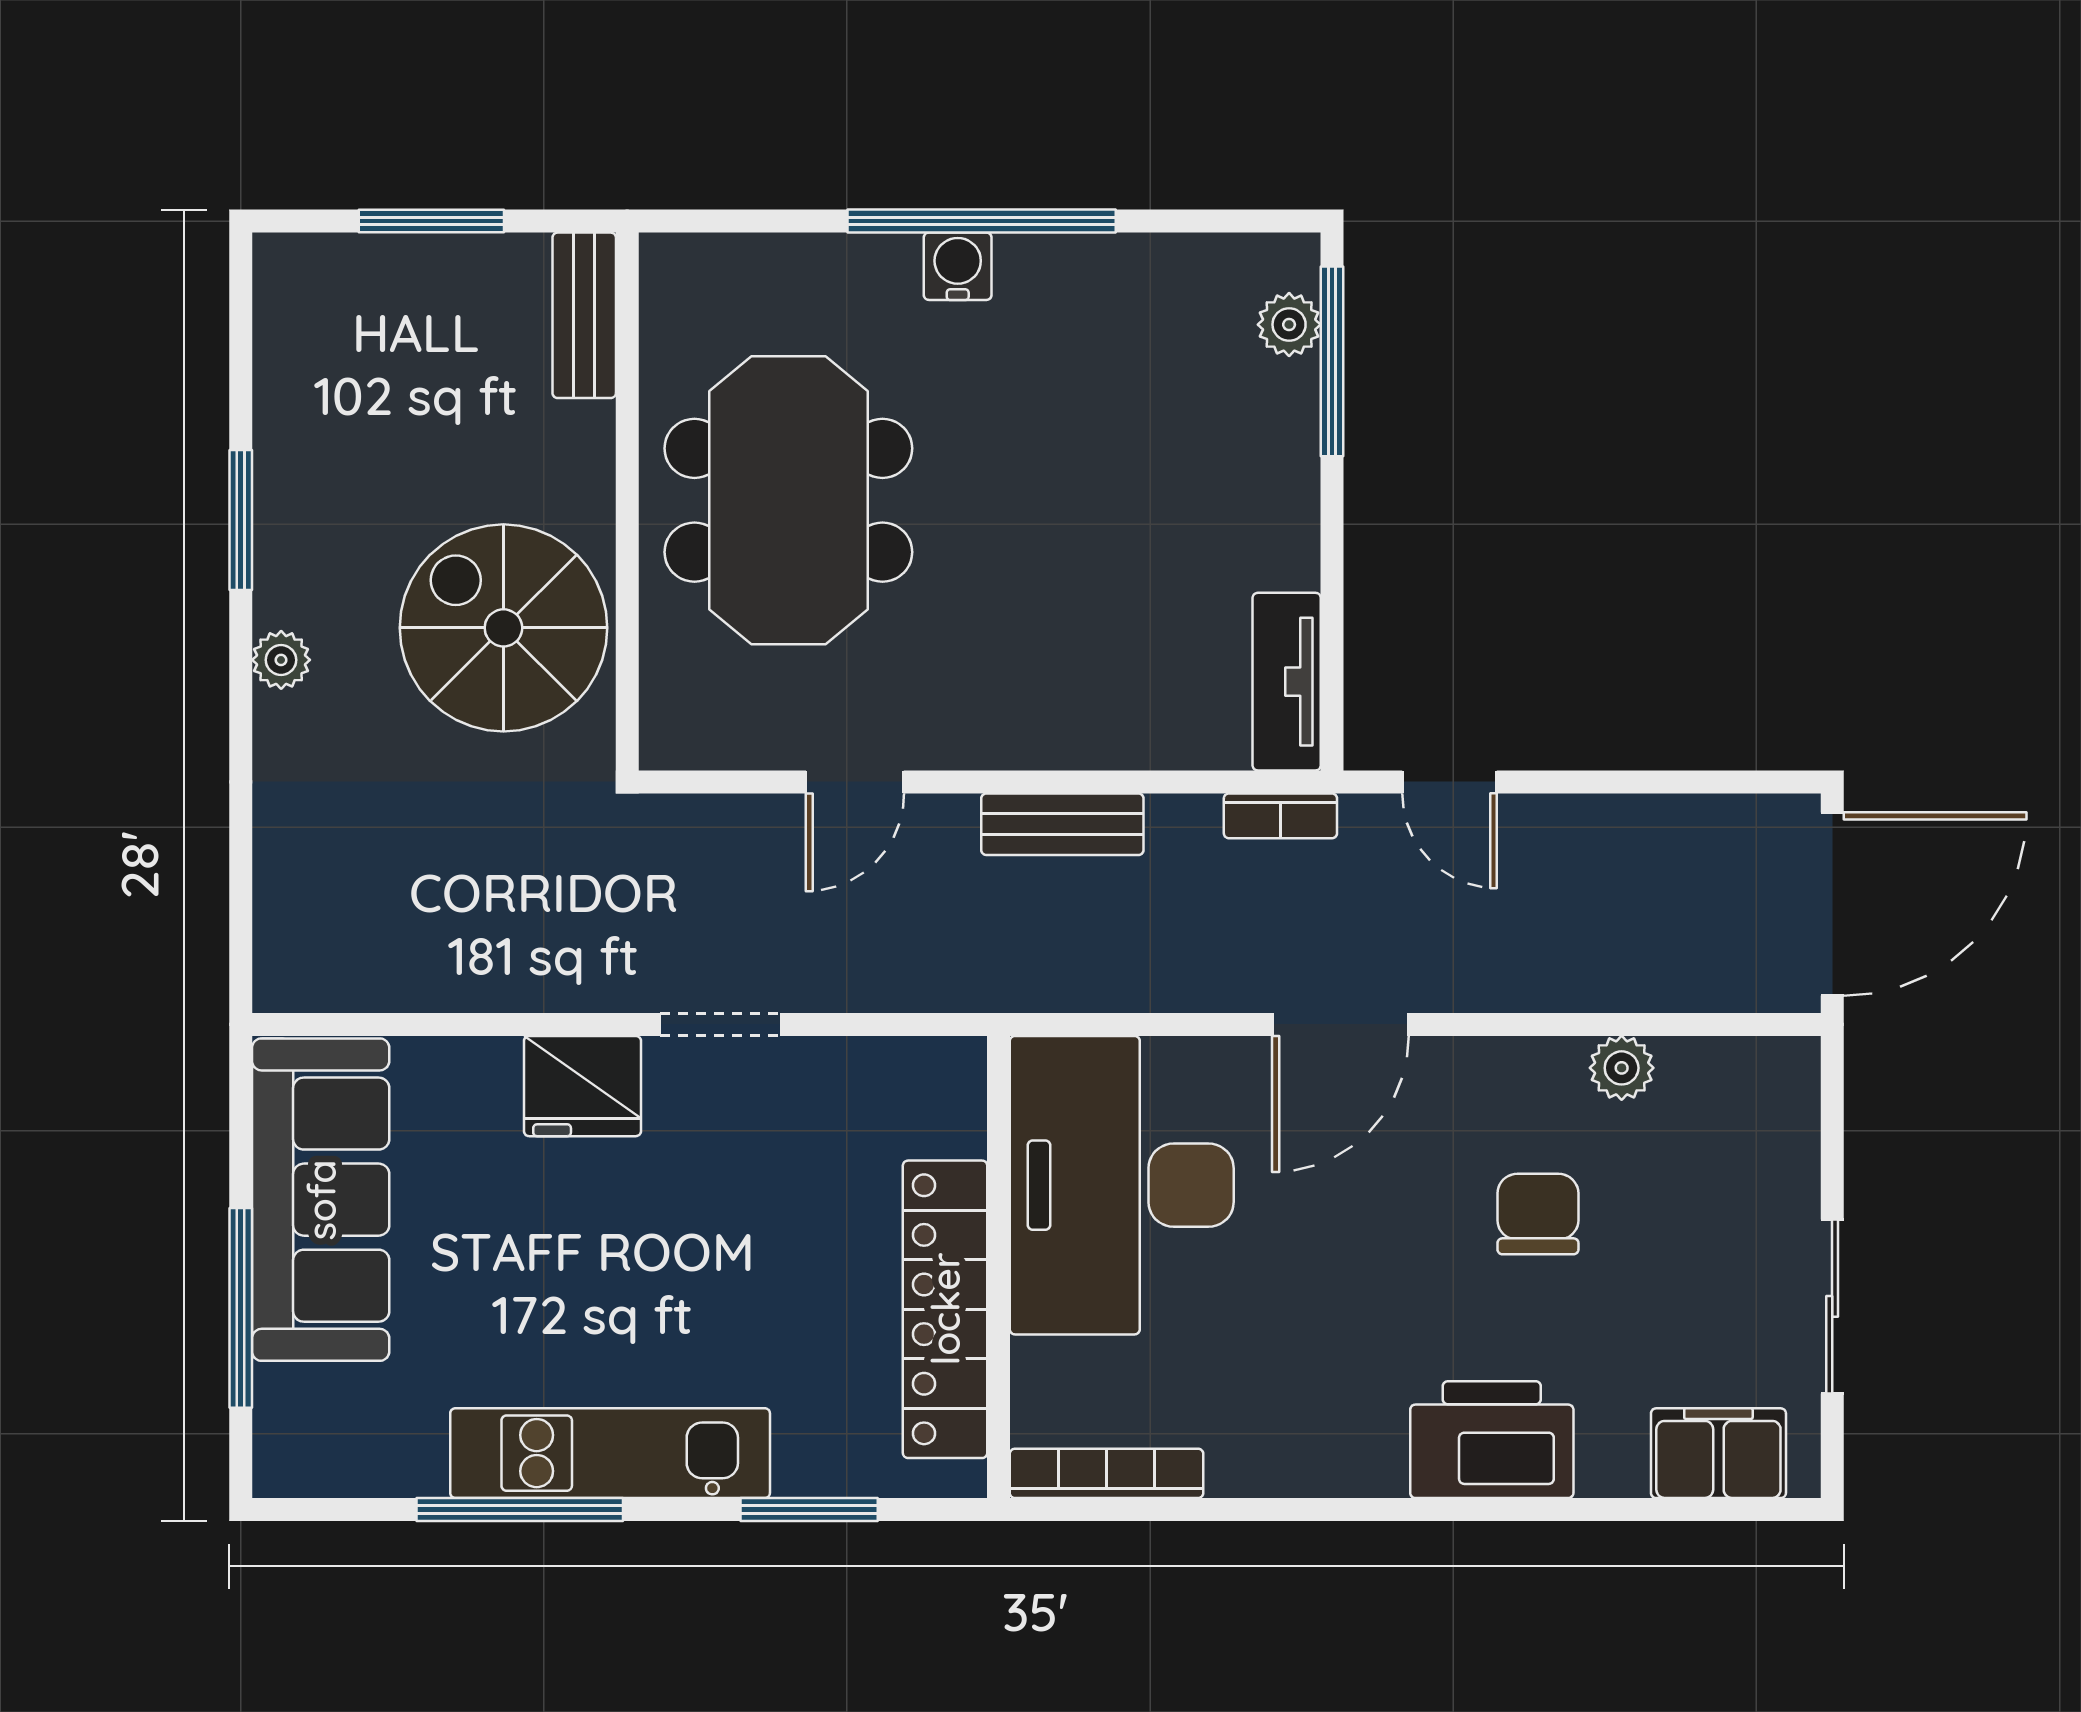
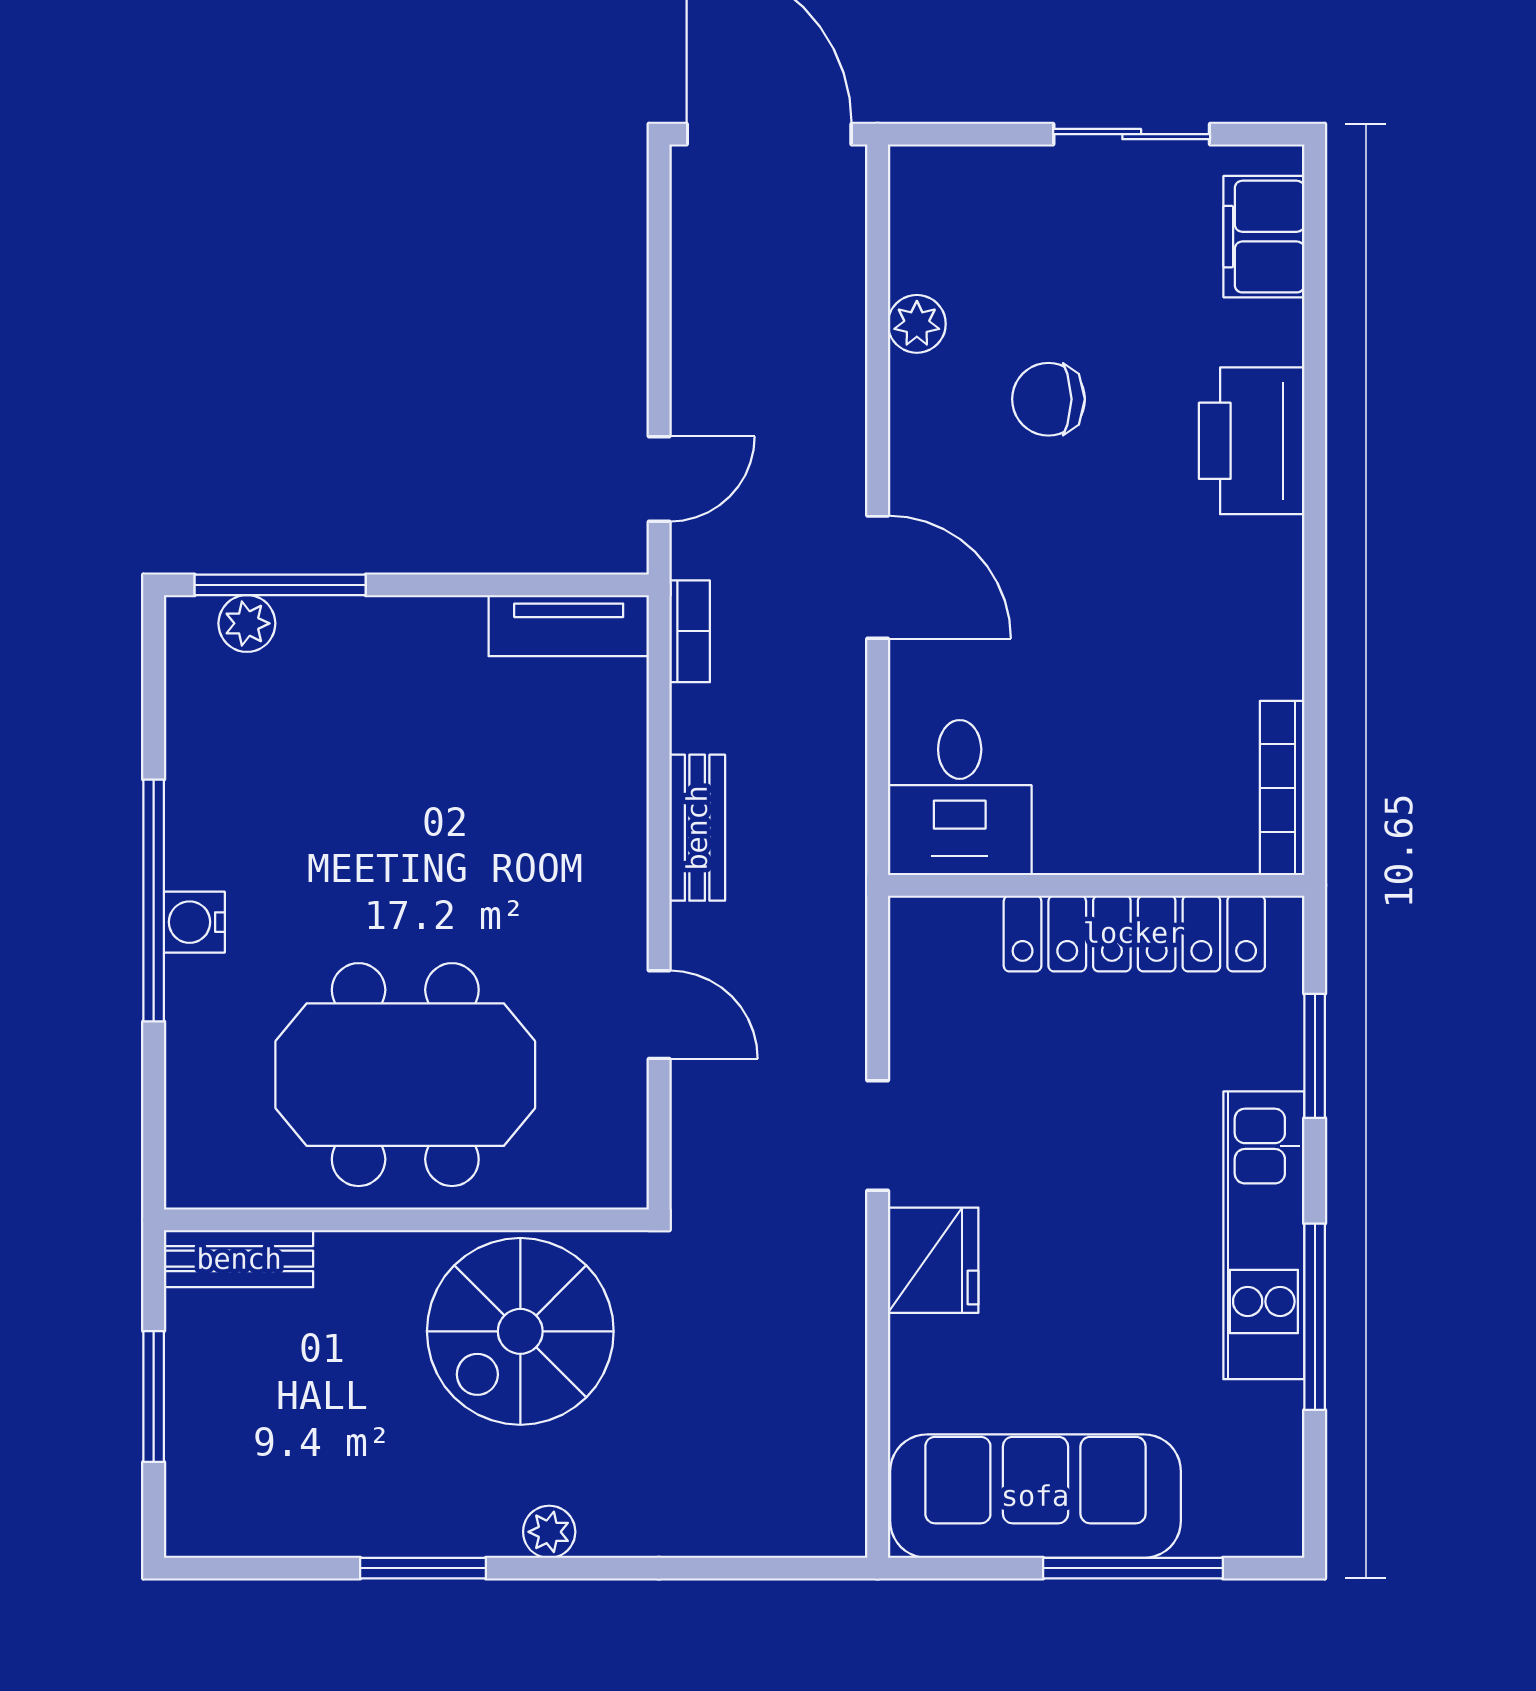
desk: (1122, 1185) -> (960, 798), width x0.53, depth x0.77

